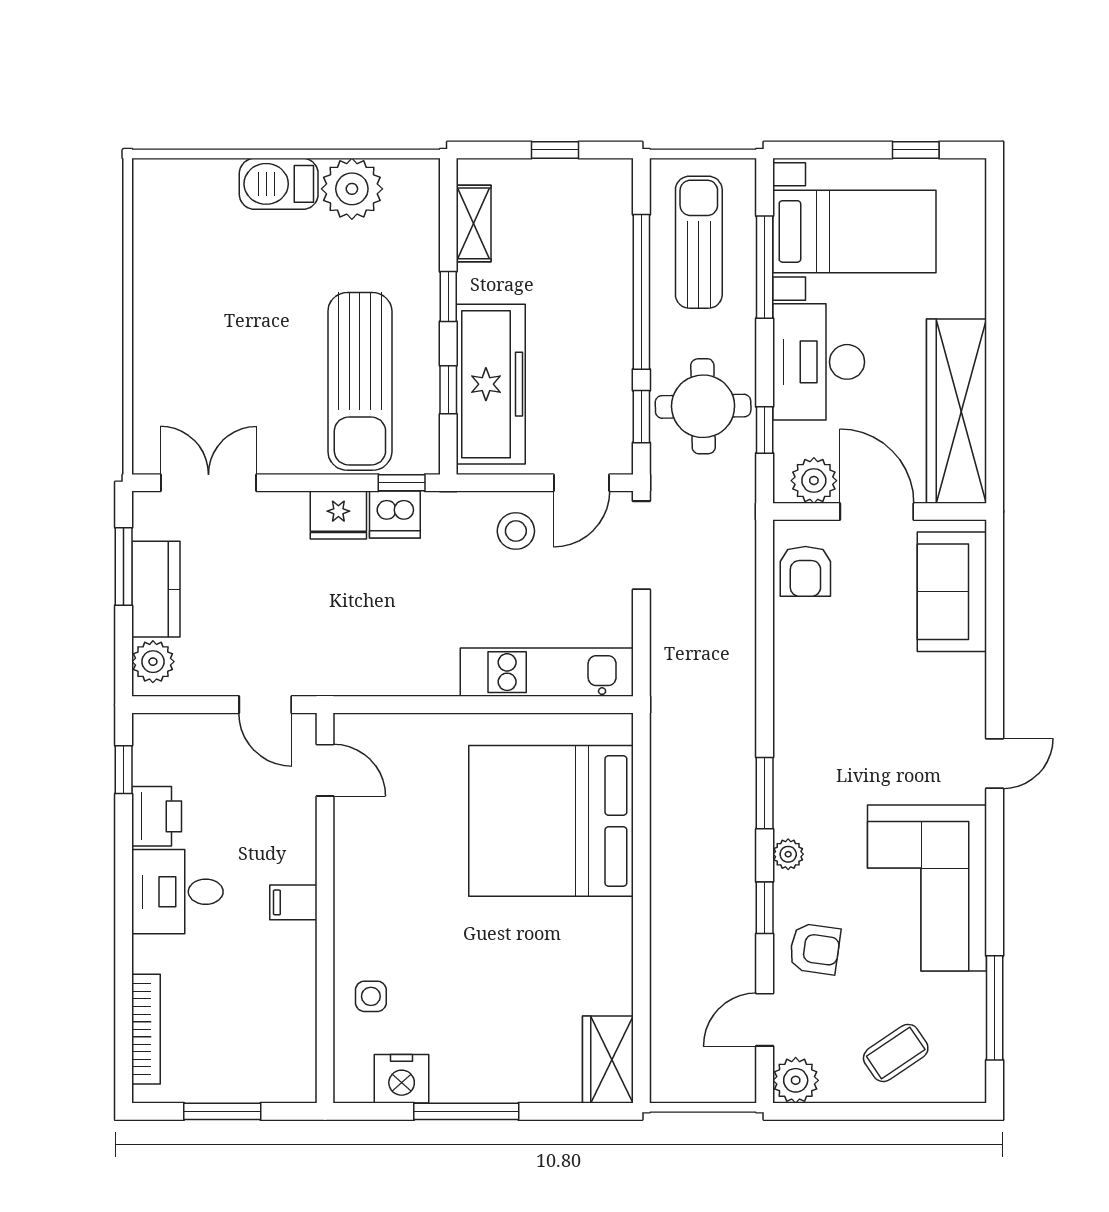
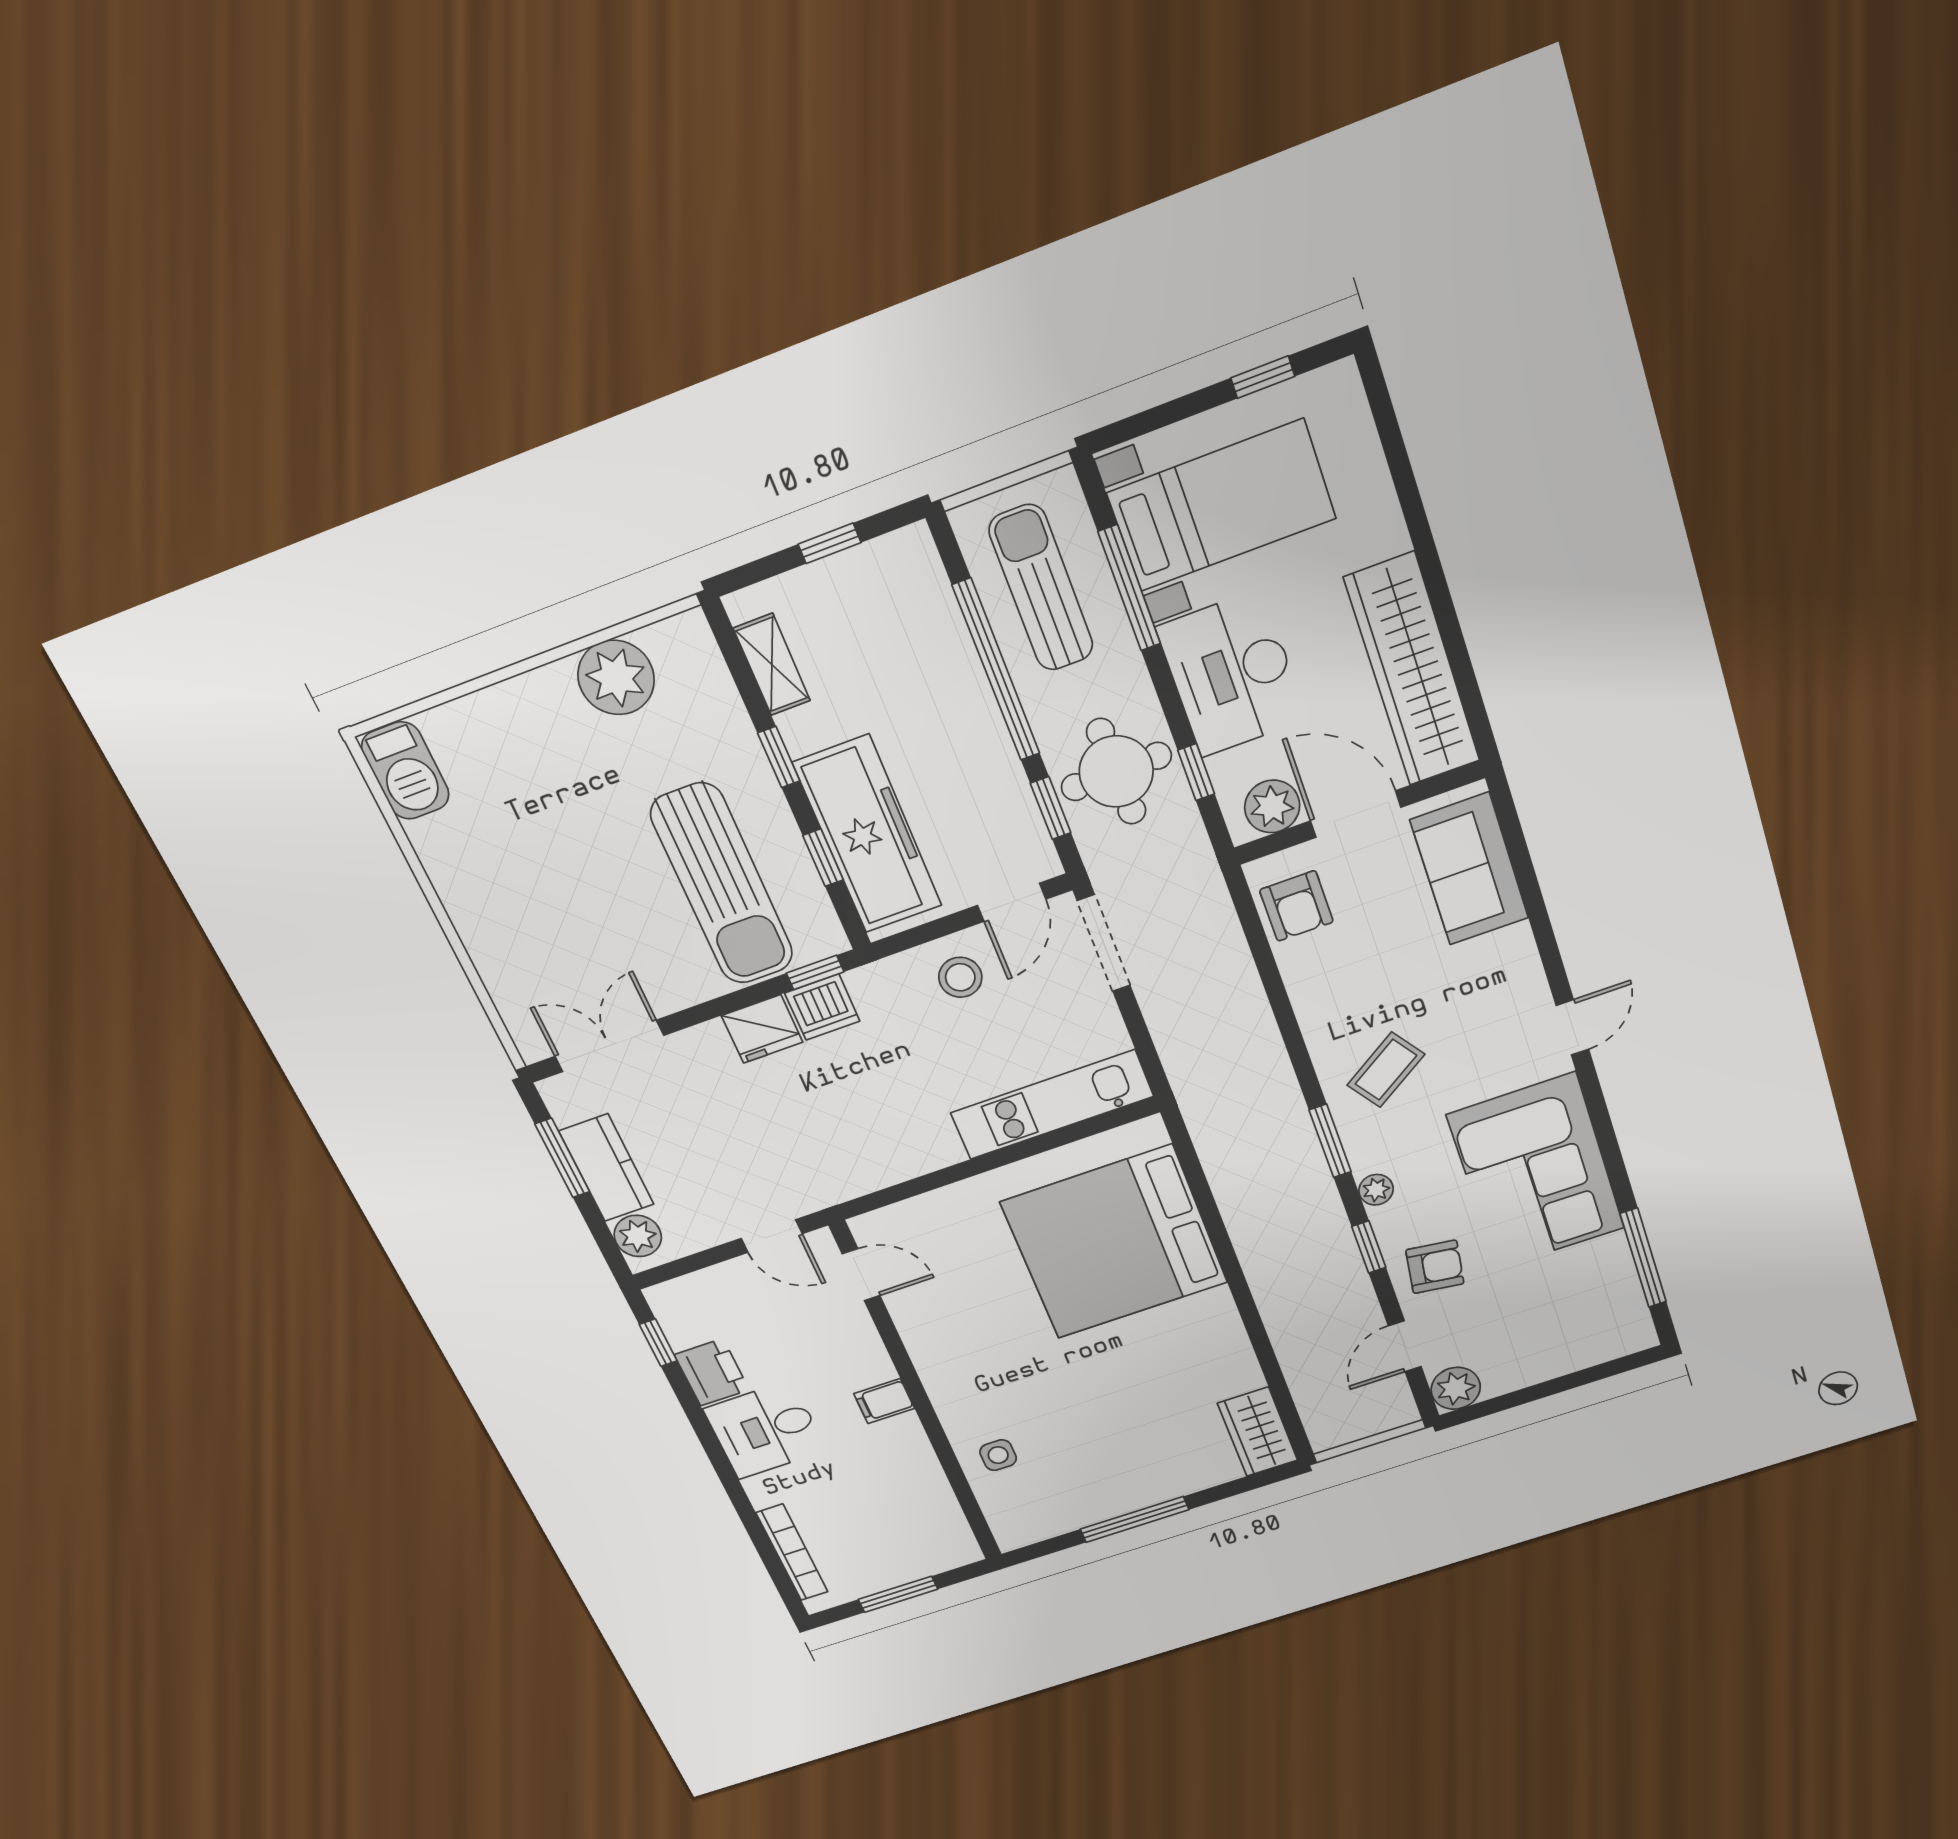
barbecue: (279, 184) -> (405, 771), moved, turned -90
coffee table: (896, 1053) -> (1386, 1070), moved
nightstand: (402, 1079) -> (1059, 1513), removed

